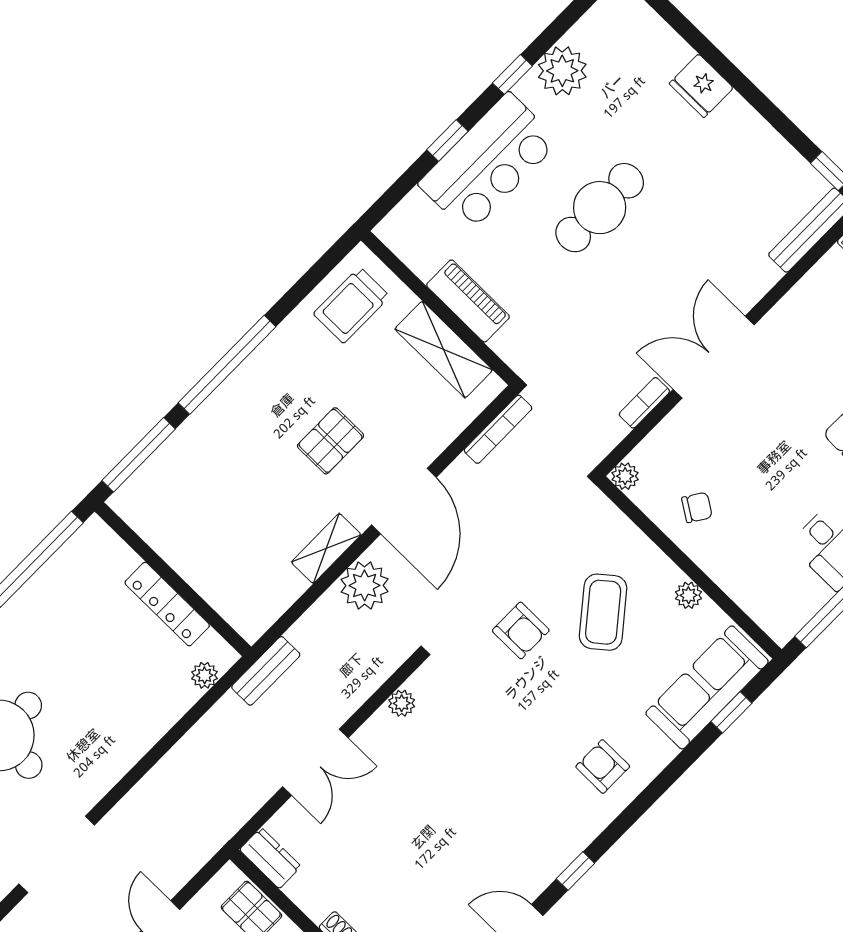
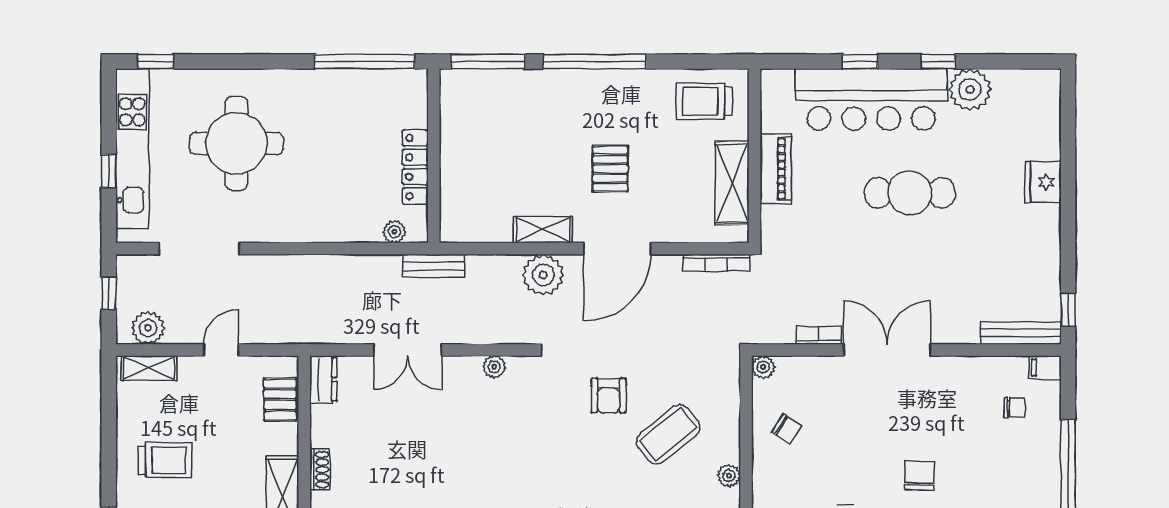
bar counter: (489, 163) -> (871, 99), width x1.36
pallet: (331, 441) -> (610, 169), turned 90

